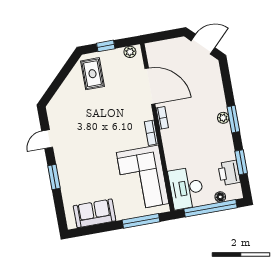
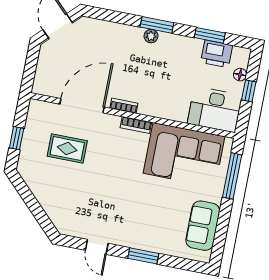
plant: (130, 52) -> (34, 113), removed
rug: (92, 74) -> (67, 149), moved
window: (210, 208) -> (249, 91), width x0.32

